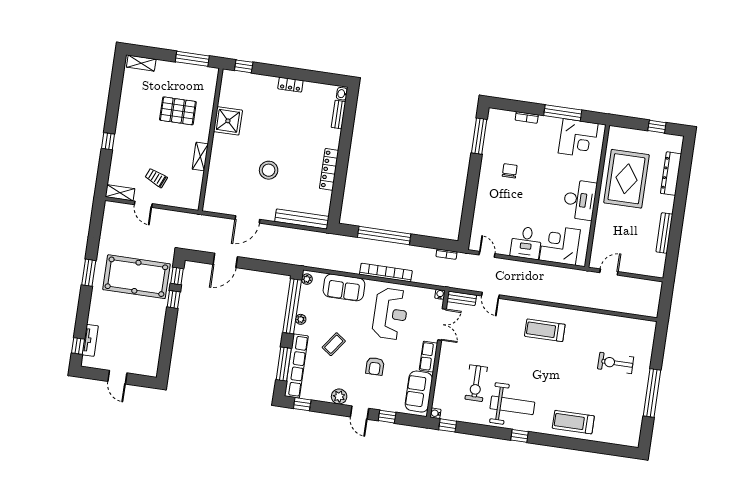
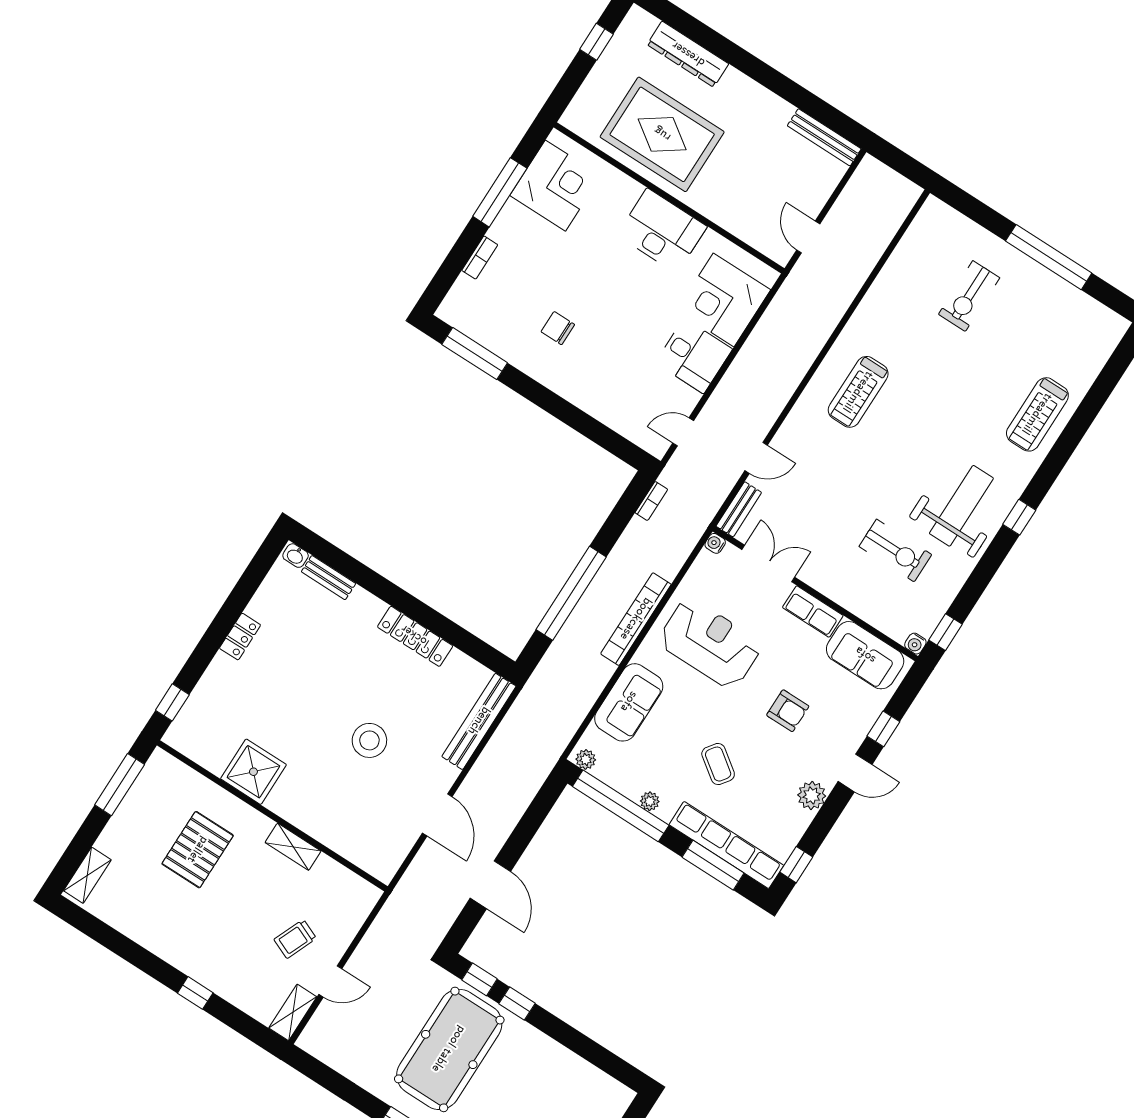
bench: (664, 233) -> (824, 137), moved

